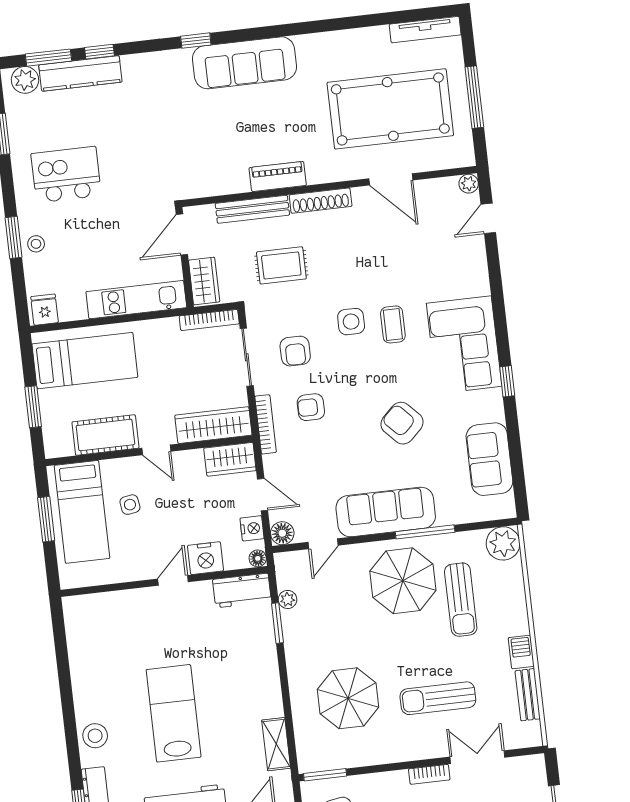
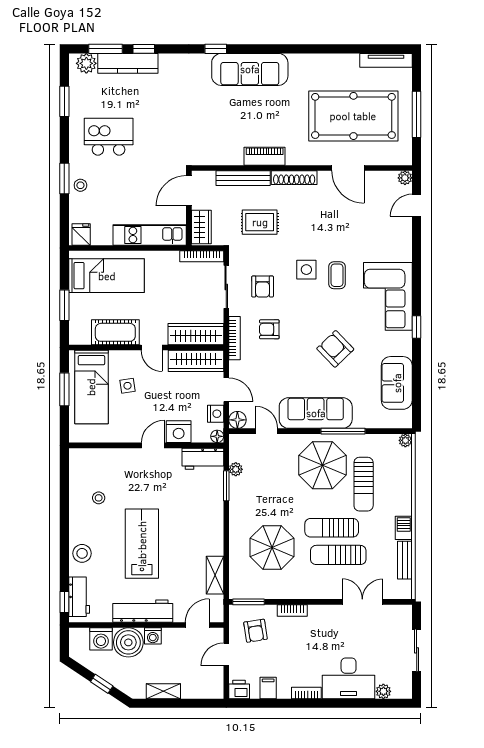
wardrobe: (230, 459) -> (196, 361), width x1.50
plant: (503, 543) -> (405, 440), width x0.53, depth x0.53
door: (323, 544) -> (267, 431), swing flipped
stool: (109, 659) -> (99, 498), added
sun lounger: (425, 663) -> (332, 528), added
bookcase: (429, 774) -> (292, 610), moved

